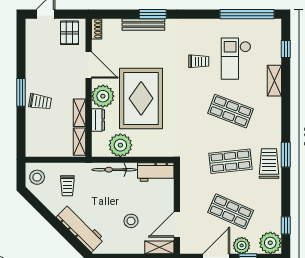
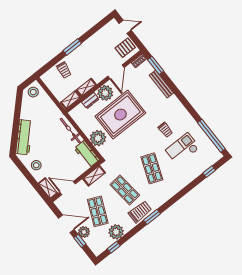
window: (153, 14) -> (156, 65), moved
shelving: (274, 81) -> (94, 176), moved
trolley: (40, 102) -> (64, 70), moved
plant: (120, 145) -> (98, 138), moved
trolley: (67, 186) -> (42, 112), removed
stool: (131, 221) -> (36, 165), moved
plant: (270, 243) -> (116, 232), moved

